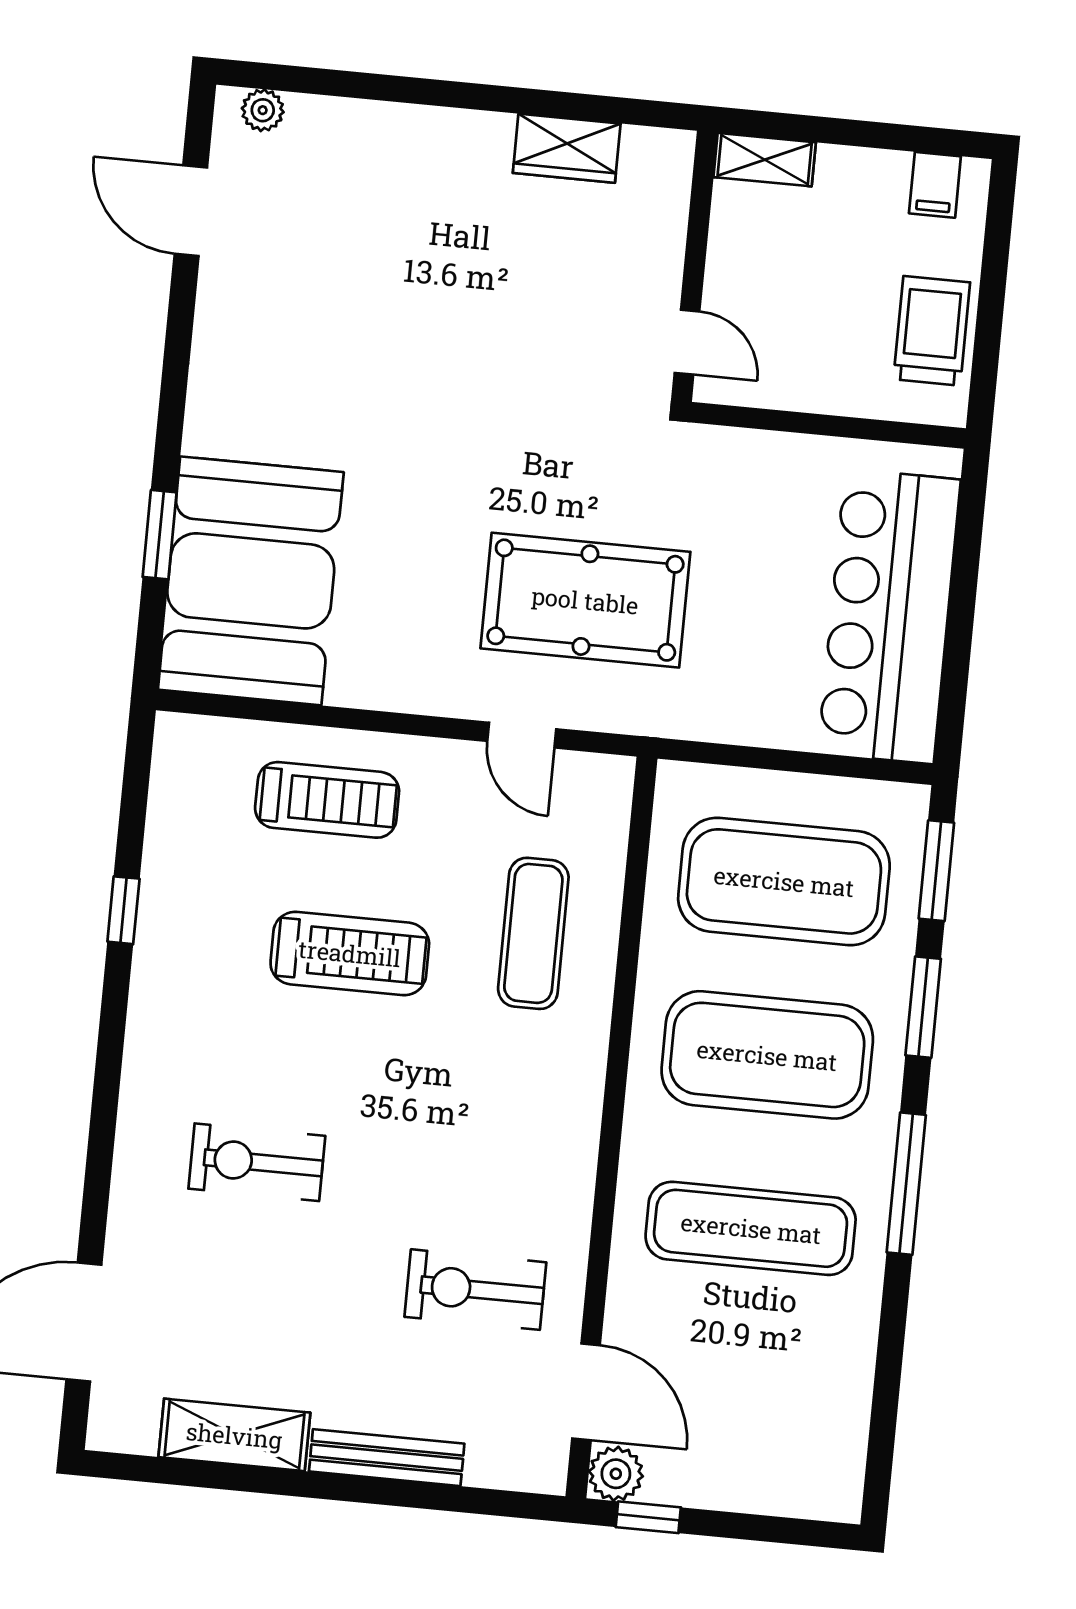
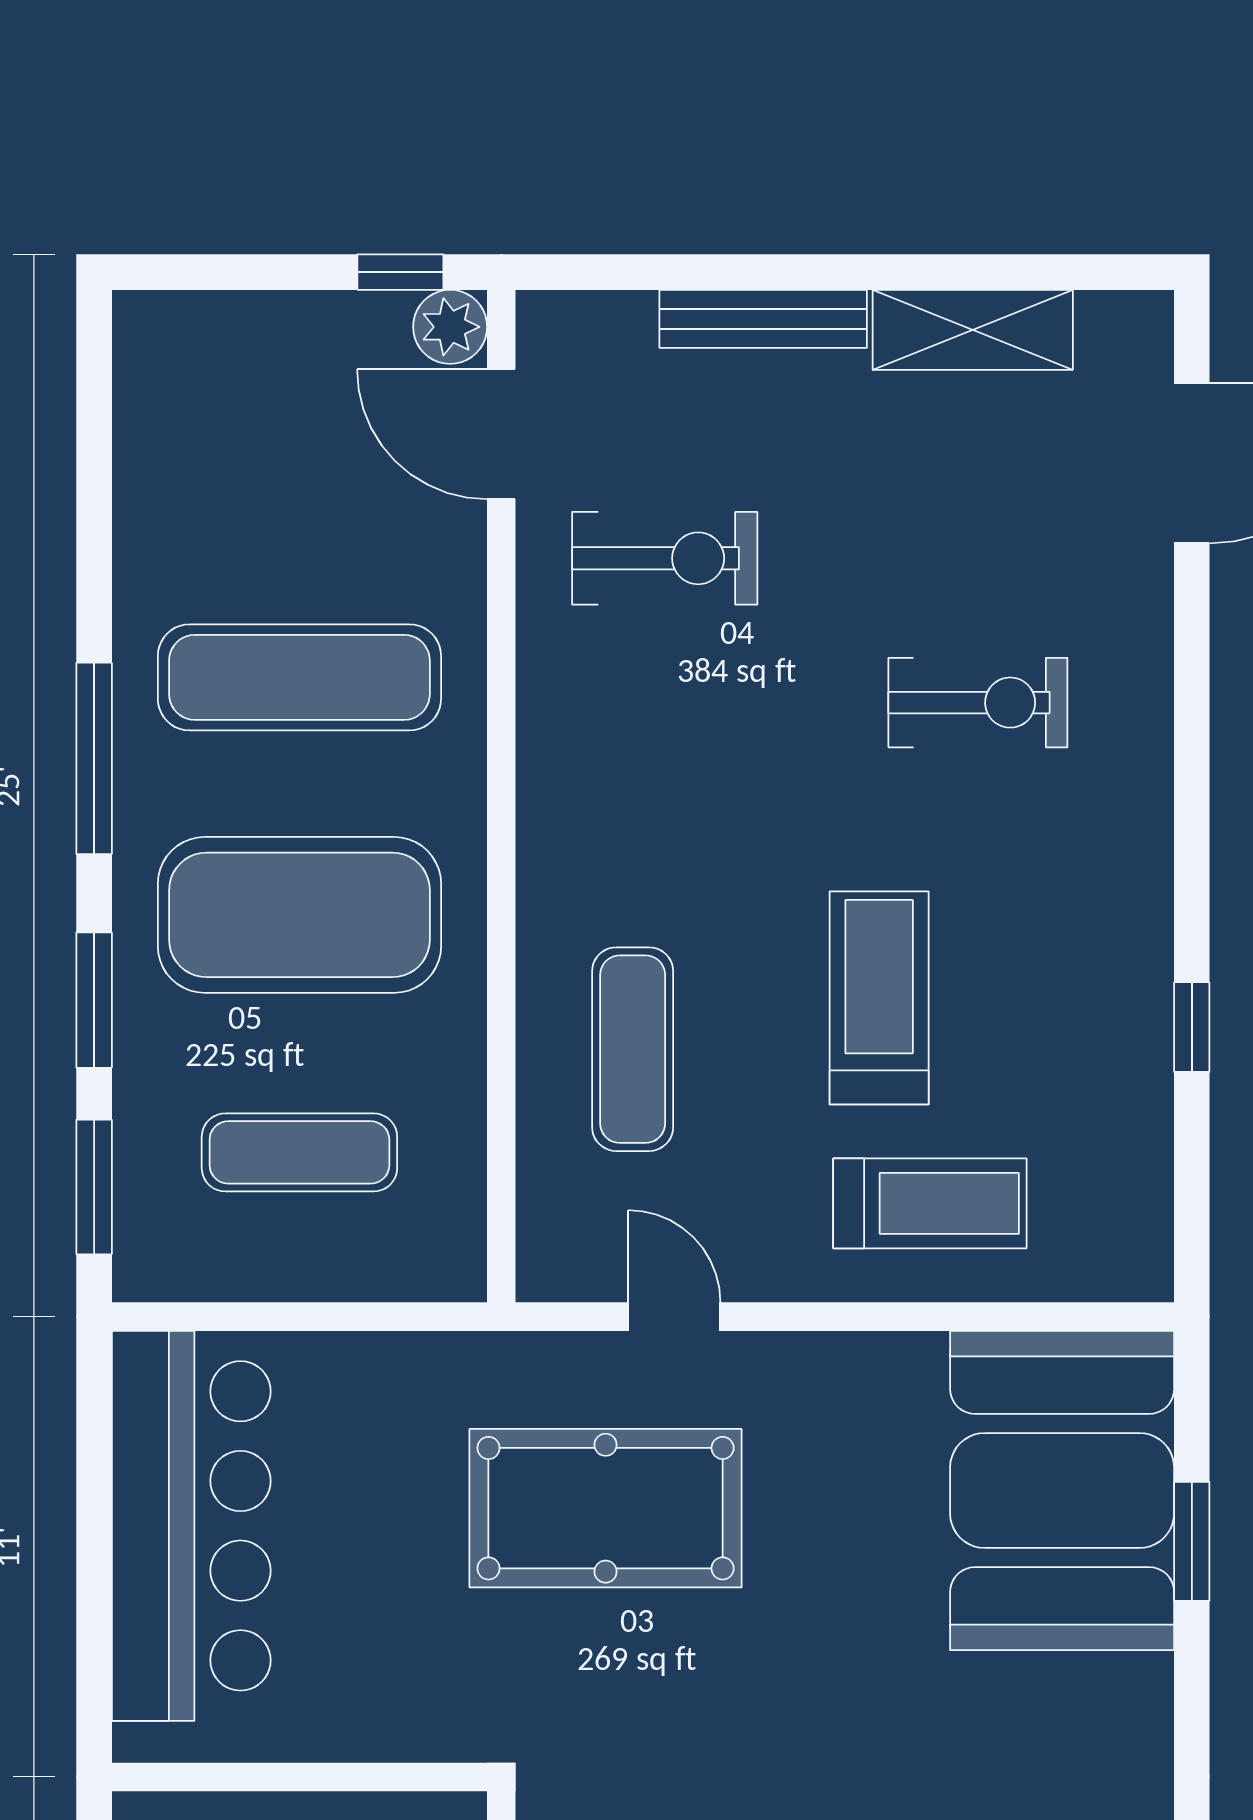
treadmill: (327, 800) -> (930, 1203), turned 180
exercise mat: (784, 881) -> (299, 1152), width x0.50, depth x0.69
treadmill: (350, 953) -> (879, 998), turned 90

